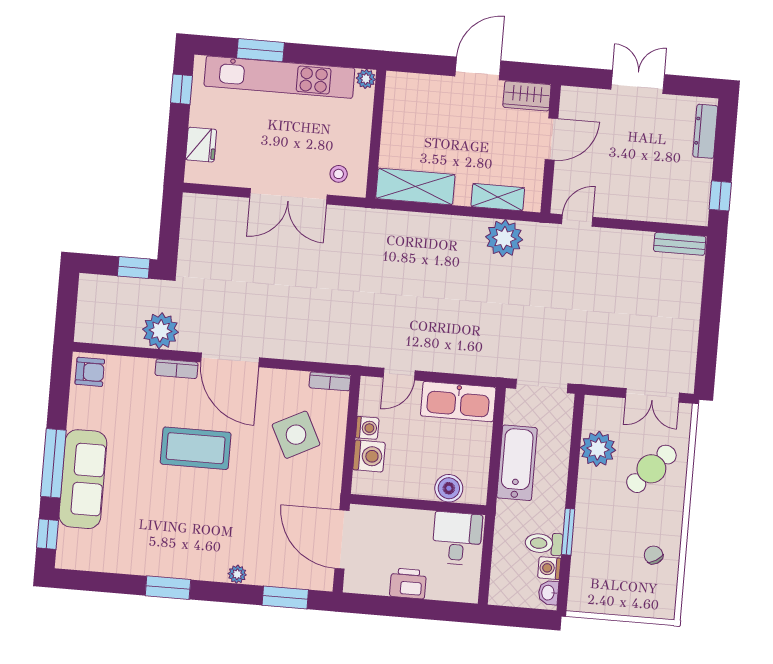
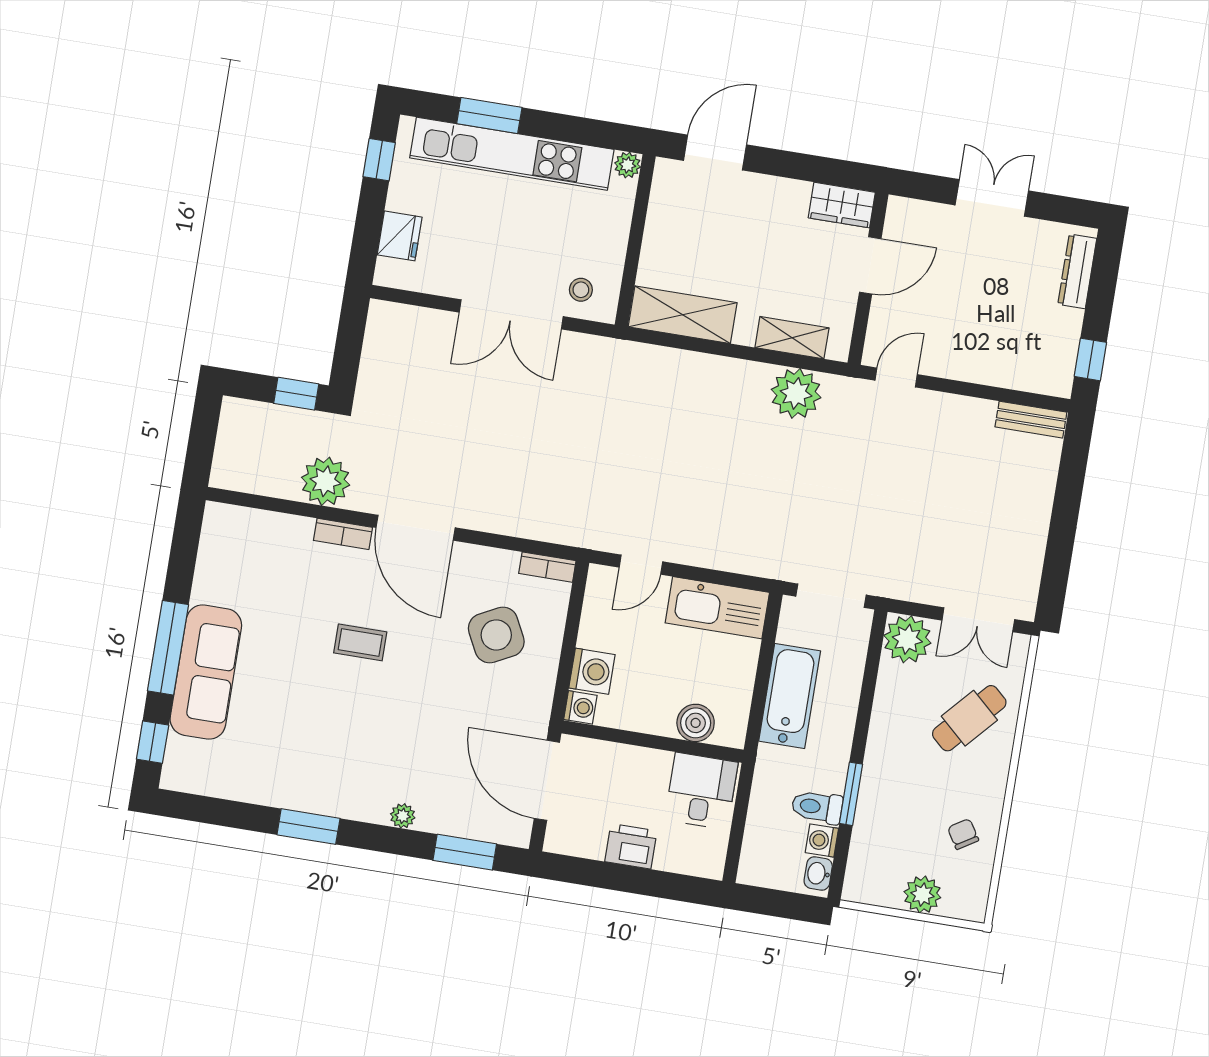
door: (478, 68) -> (715, 153), moved
armchair: (90, 372) -> (226, 529), removed
washing machine: (367, 428) -> (580, 707), moved
coffee table: (196, 448) -> (360, 642), width x0.54, depth x0.58
plant: (598, 449) -> (907, 639), moved
plant: (627, 602) -> (922, 895), added

